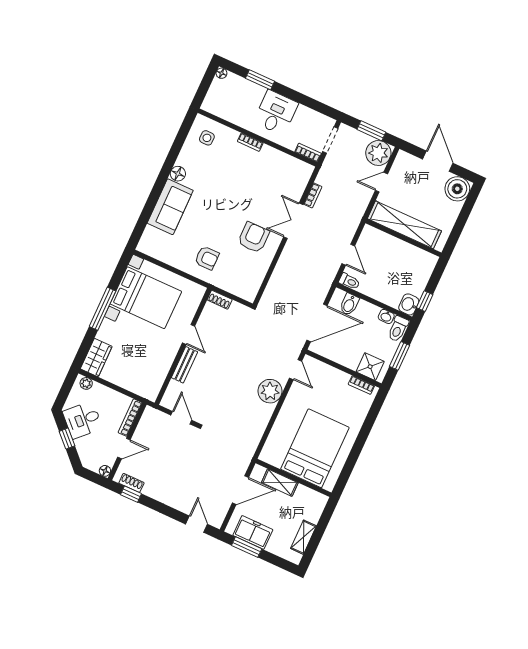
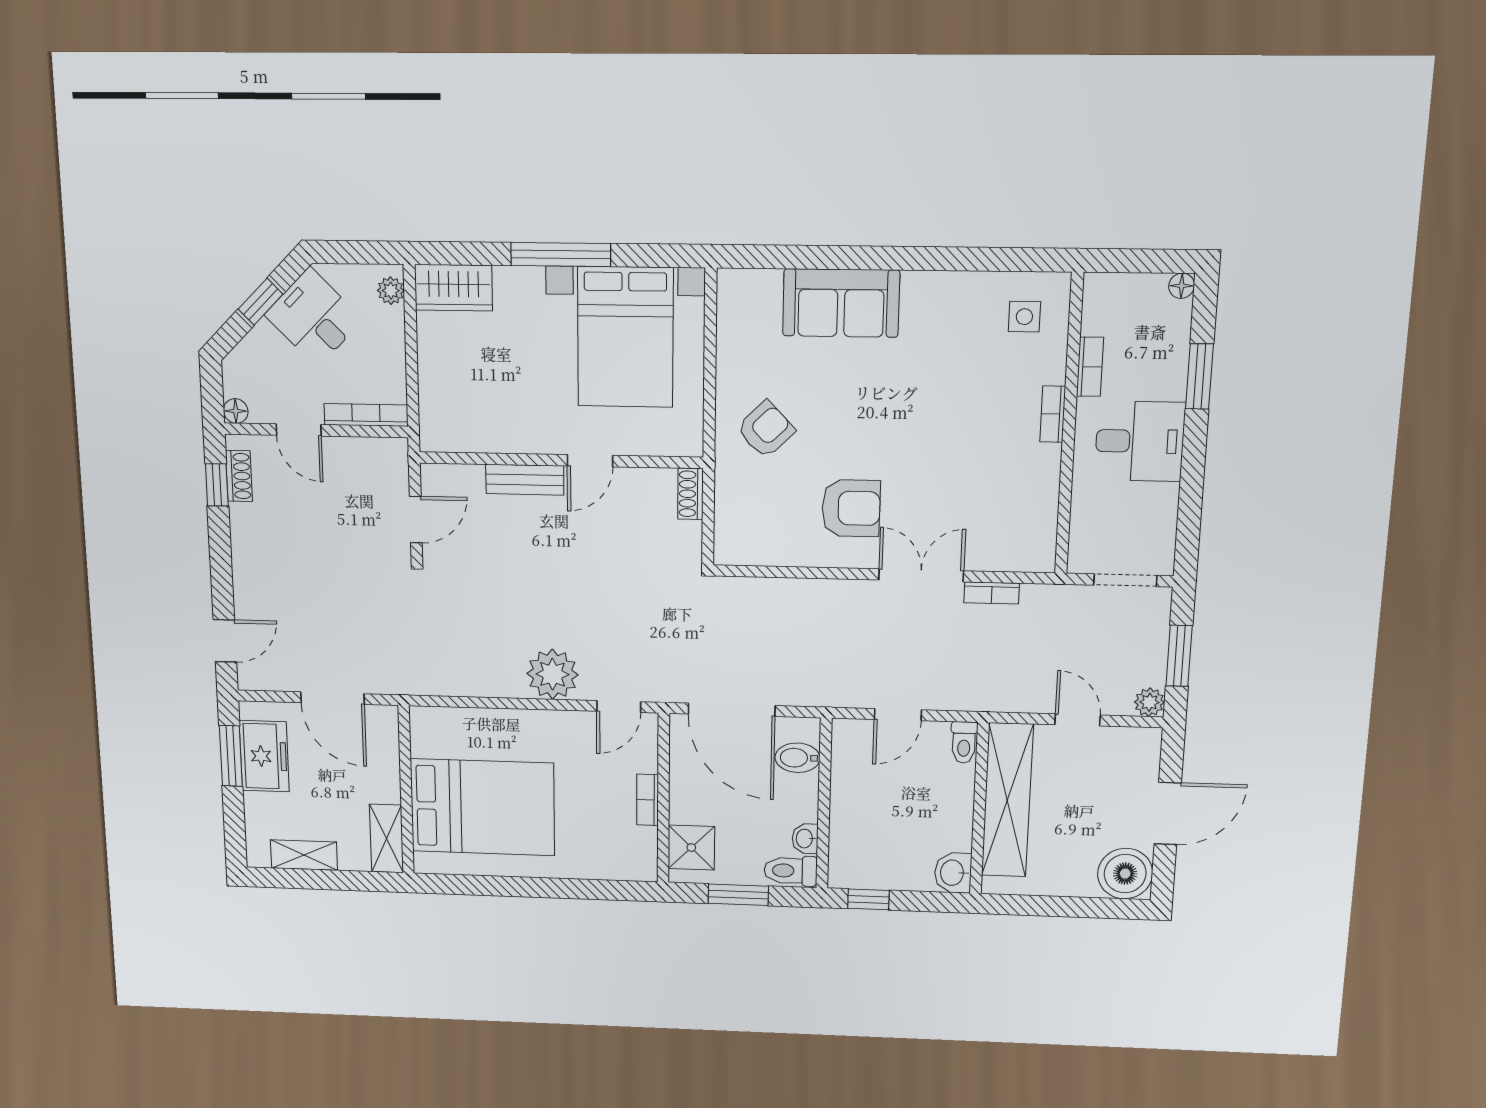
bookcase: (308, 153) -> (1090, 367), moved
plant: (378, 153) -> (1149, 702), width x0.53, depth x0.53
floor lamp: (178, 174) -> (920, 288), removed
armchair: (207, 258) -> (766, 430), turned -134
toilet: (349, 281) -> (964, 742), moved
washbasin: (409, 304) -> (953, 873), moved, turned -90
bookcase: (361, 385) -> (648, 800), moved
shelving: (280, 483) -> (387, 838), moved

